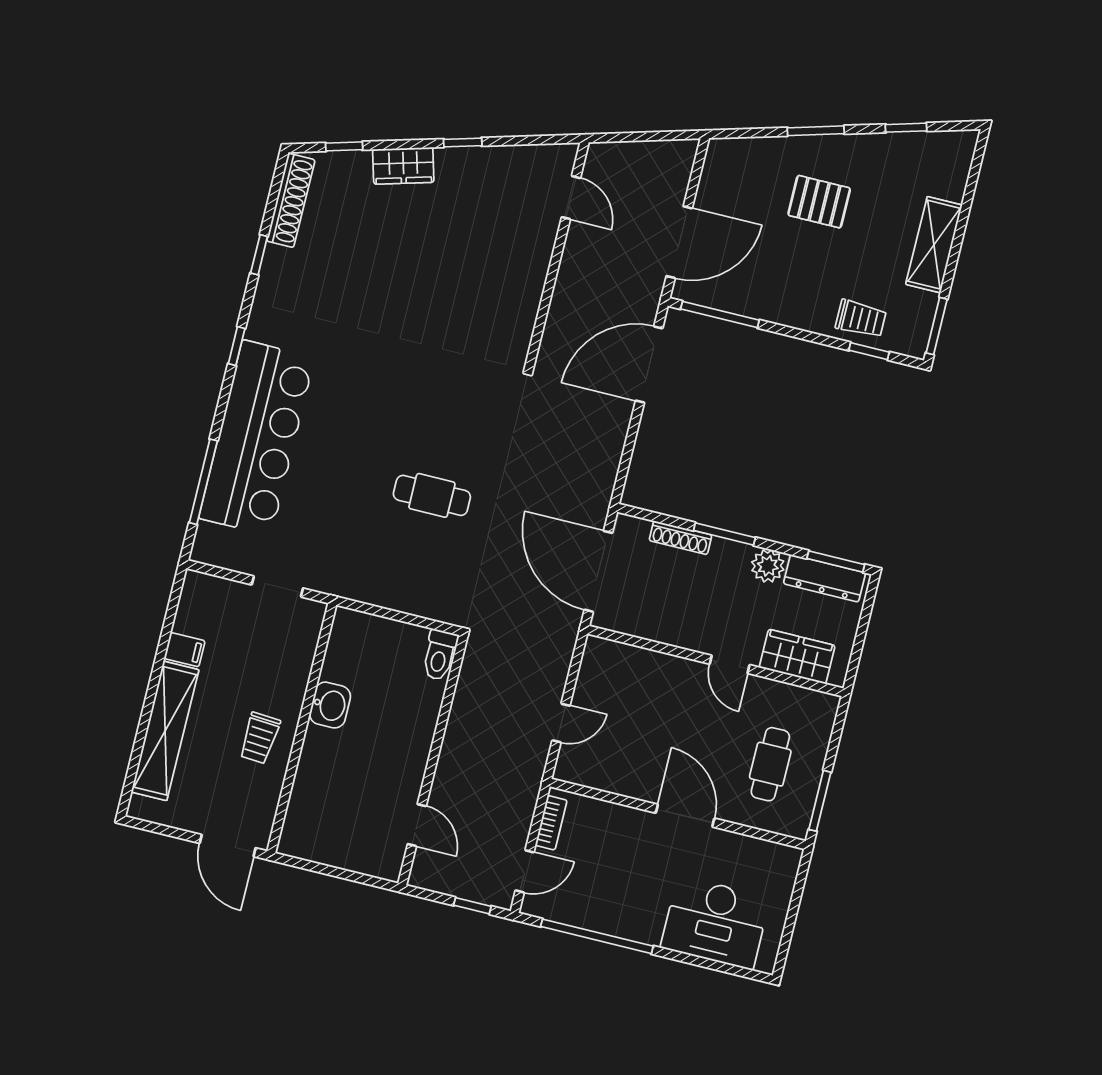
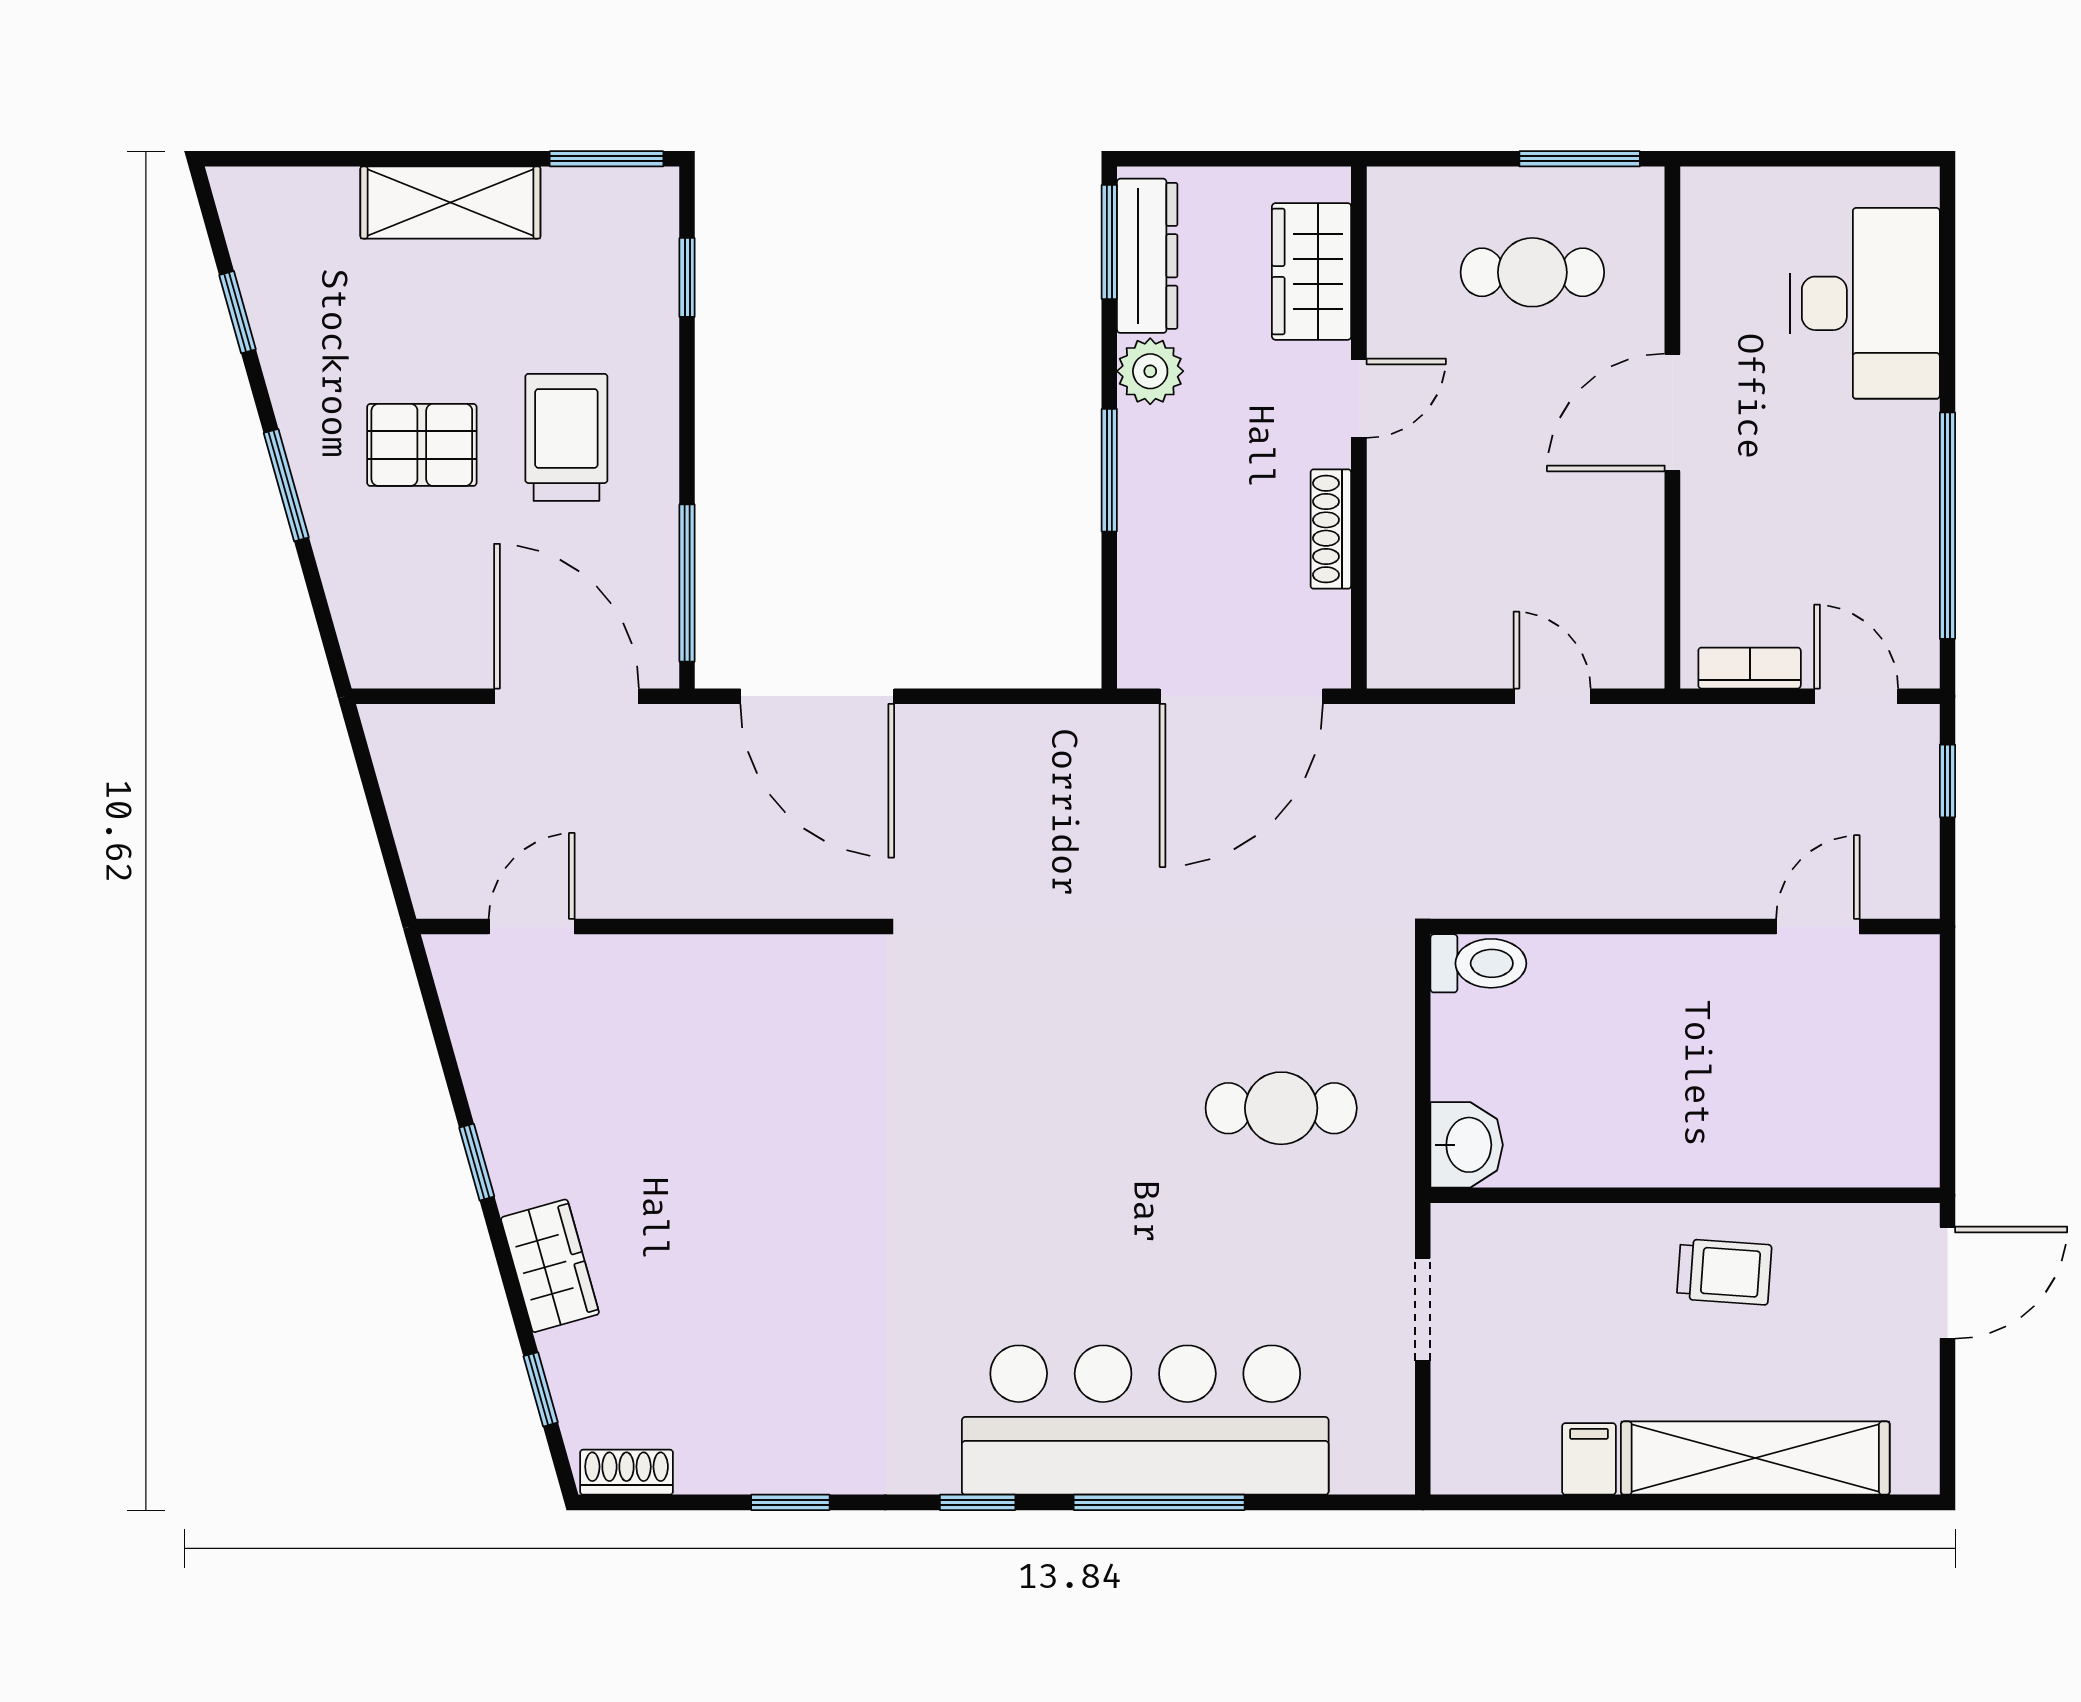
shoe rack: (291, 200) -> (627, 1472), width x0.51, depth x0.81
pallet: (819, 202) -> (422, 445), turned 90
trolley: (861, 319) -> (566, 437), moved, width x1.36, depth x1.39
window: (203, 482) -> (1159, 1502), moved
cafe table: (432, 495) -> (1281, 1108), moved, turned 90
shoe rack: (680, 538) -> (1331, 529), moved, turned 180
washbasin: (330, 705) -> (1467, 1145), moved, turned 90

